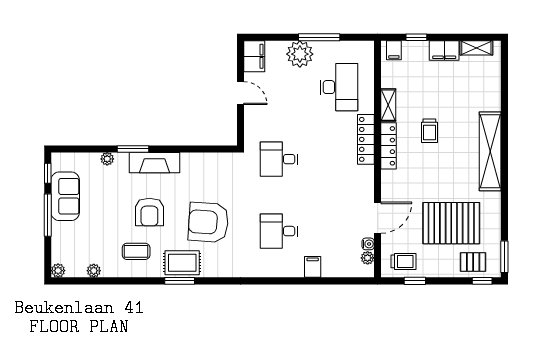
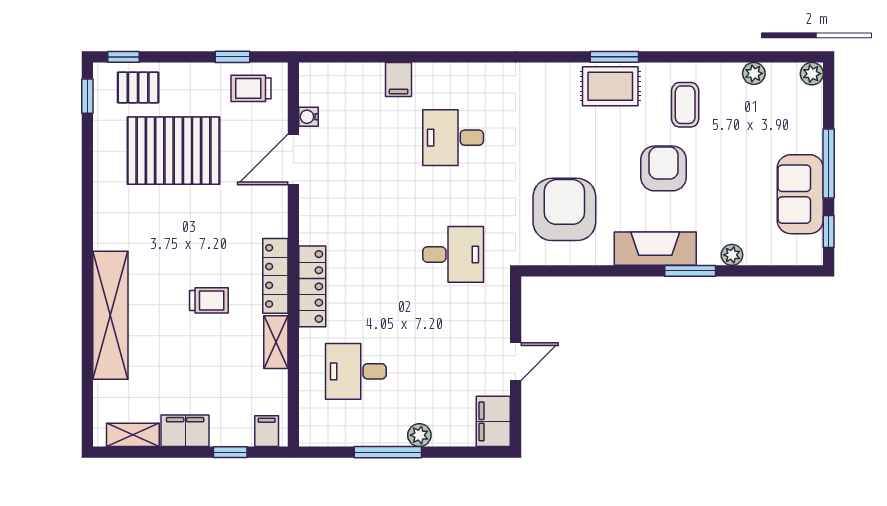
plant: (300, 54) -> (419, 435), width x0.53, depth x0.53
desk: (339, 87) -> (356, 371), width x0.73
door: (241, 93) -> (516, 362), swing flipped
trolley: (429, 131) -> (209, 300), turned 90
shelving: (490, 151) -> (110, 315), moved
armchair: (208, 222) -> (564, 209), moved, turned -94
desk: (279, 231) -> (453, 138), turned 180
coffee table: (136, 251) -> (685, 105), turned 90
window: (504, 257) -> (87, 96), width x0.67
plant: (368, 258) -> (309, 94), removed

